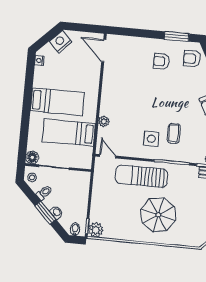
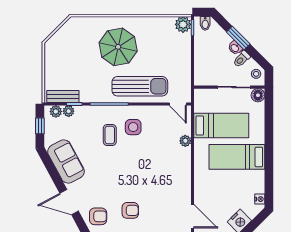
washbasin: (57, 212) -> (235, 48), moved

